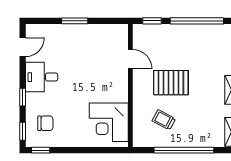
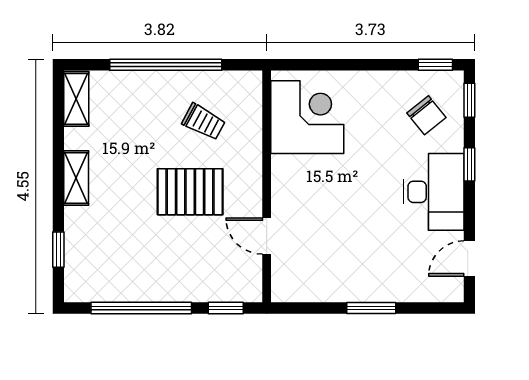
desk: (42, 77) -> (433, 192), width x1.37
chair: (45, 123) -> (426, 115), turned -129

